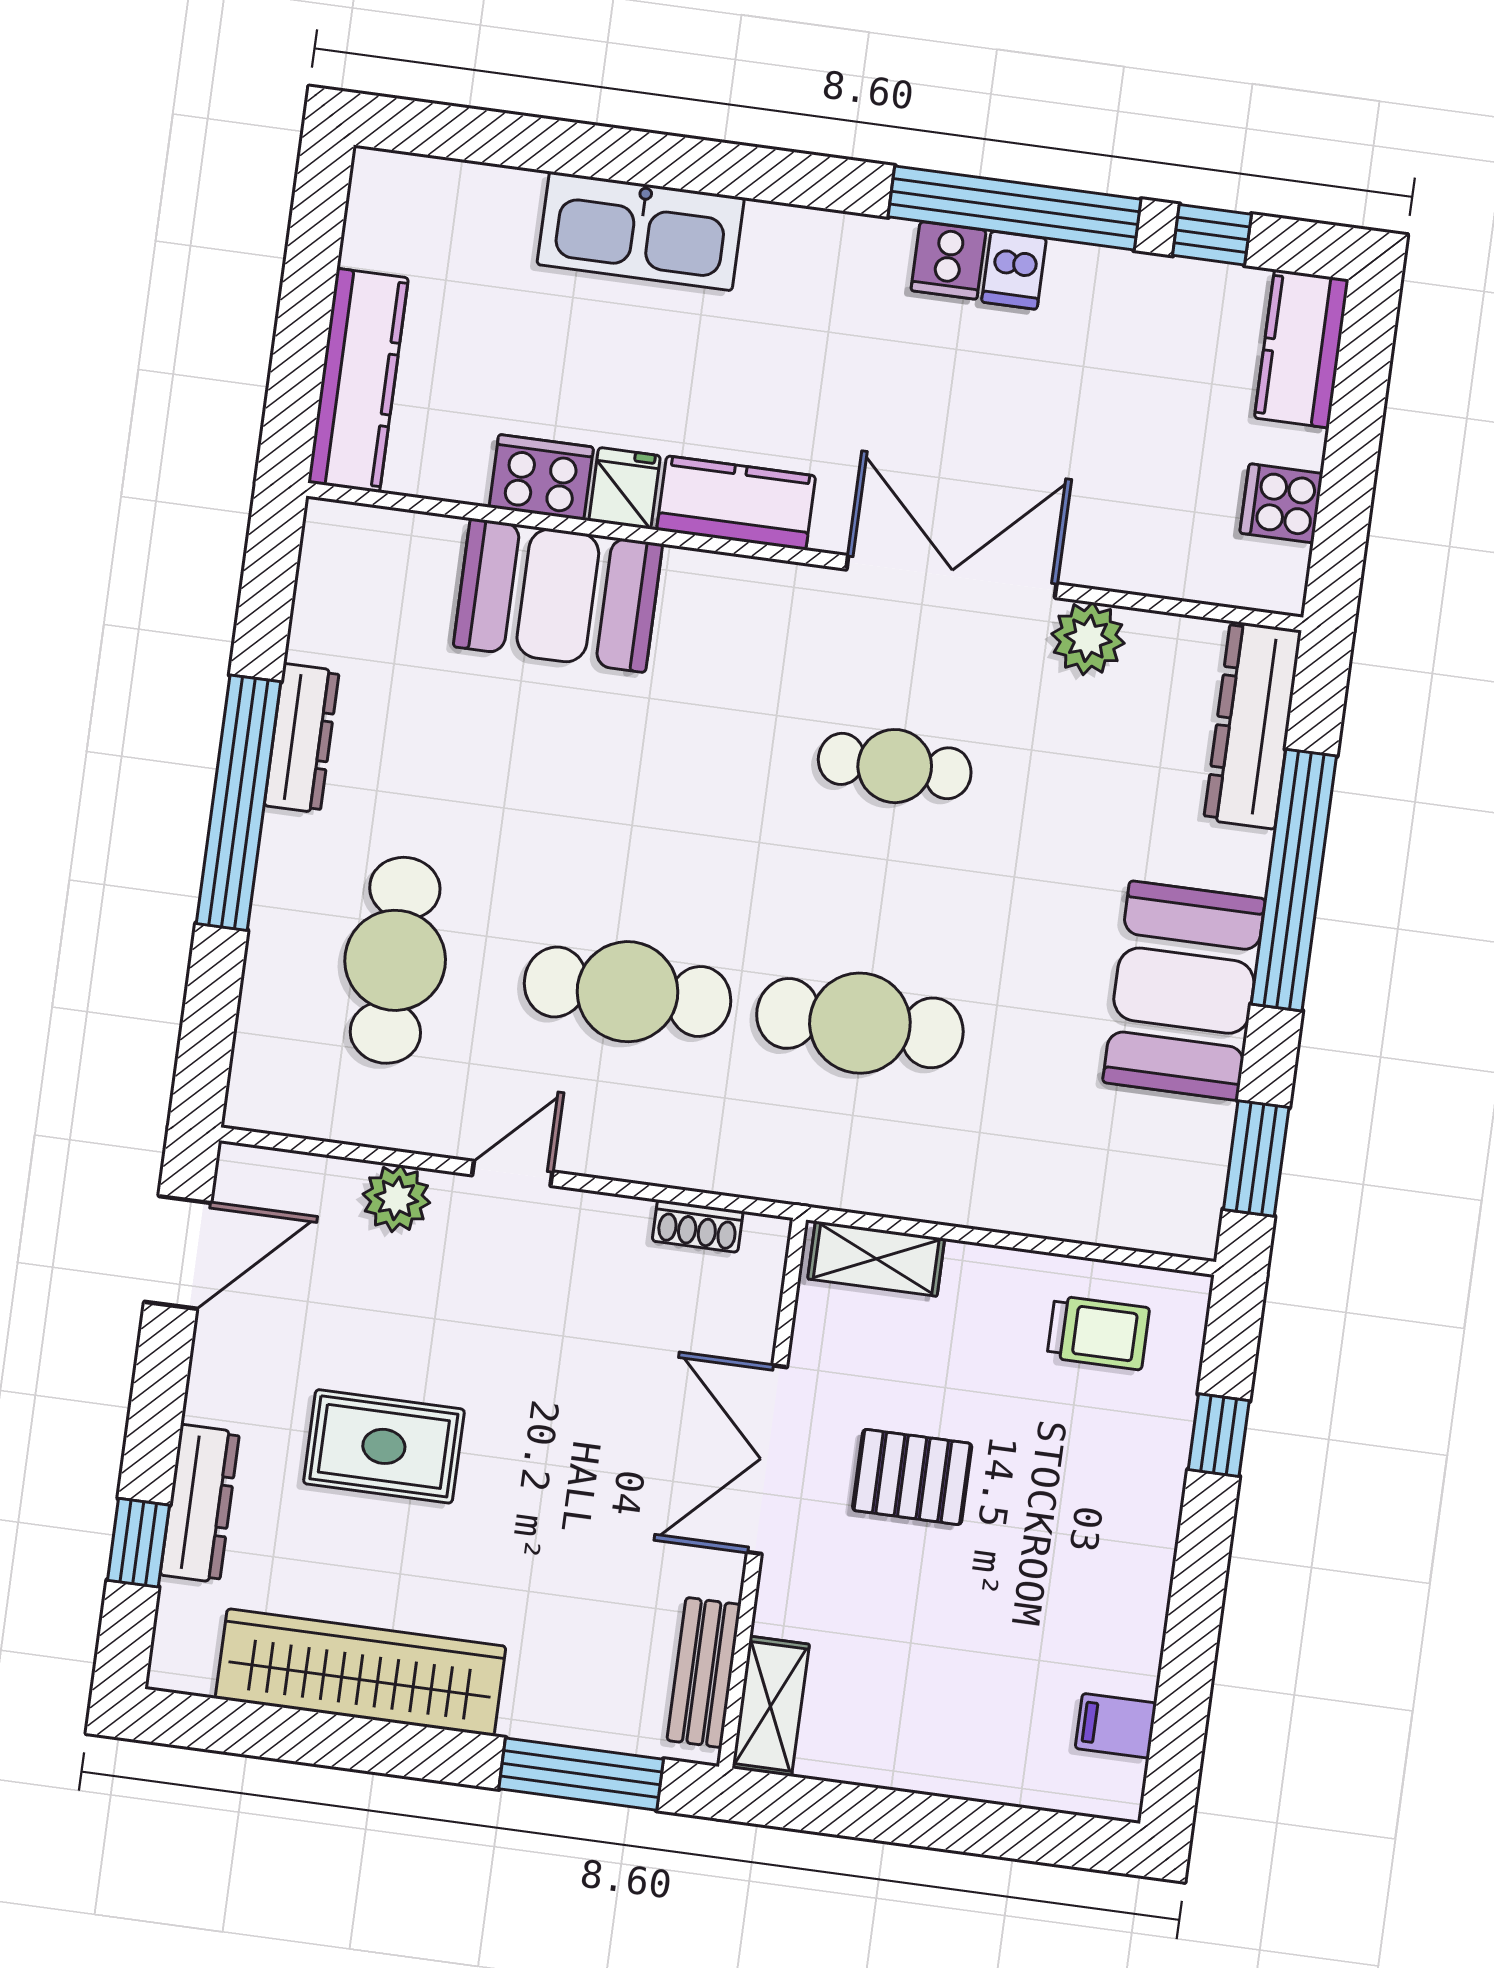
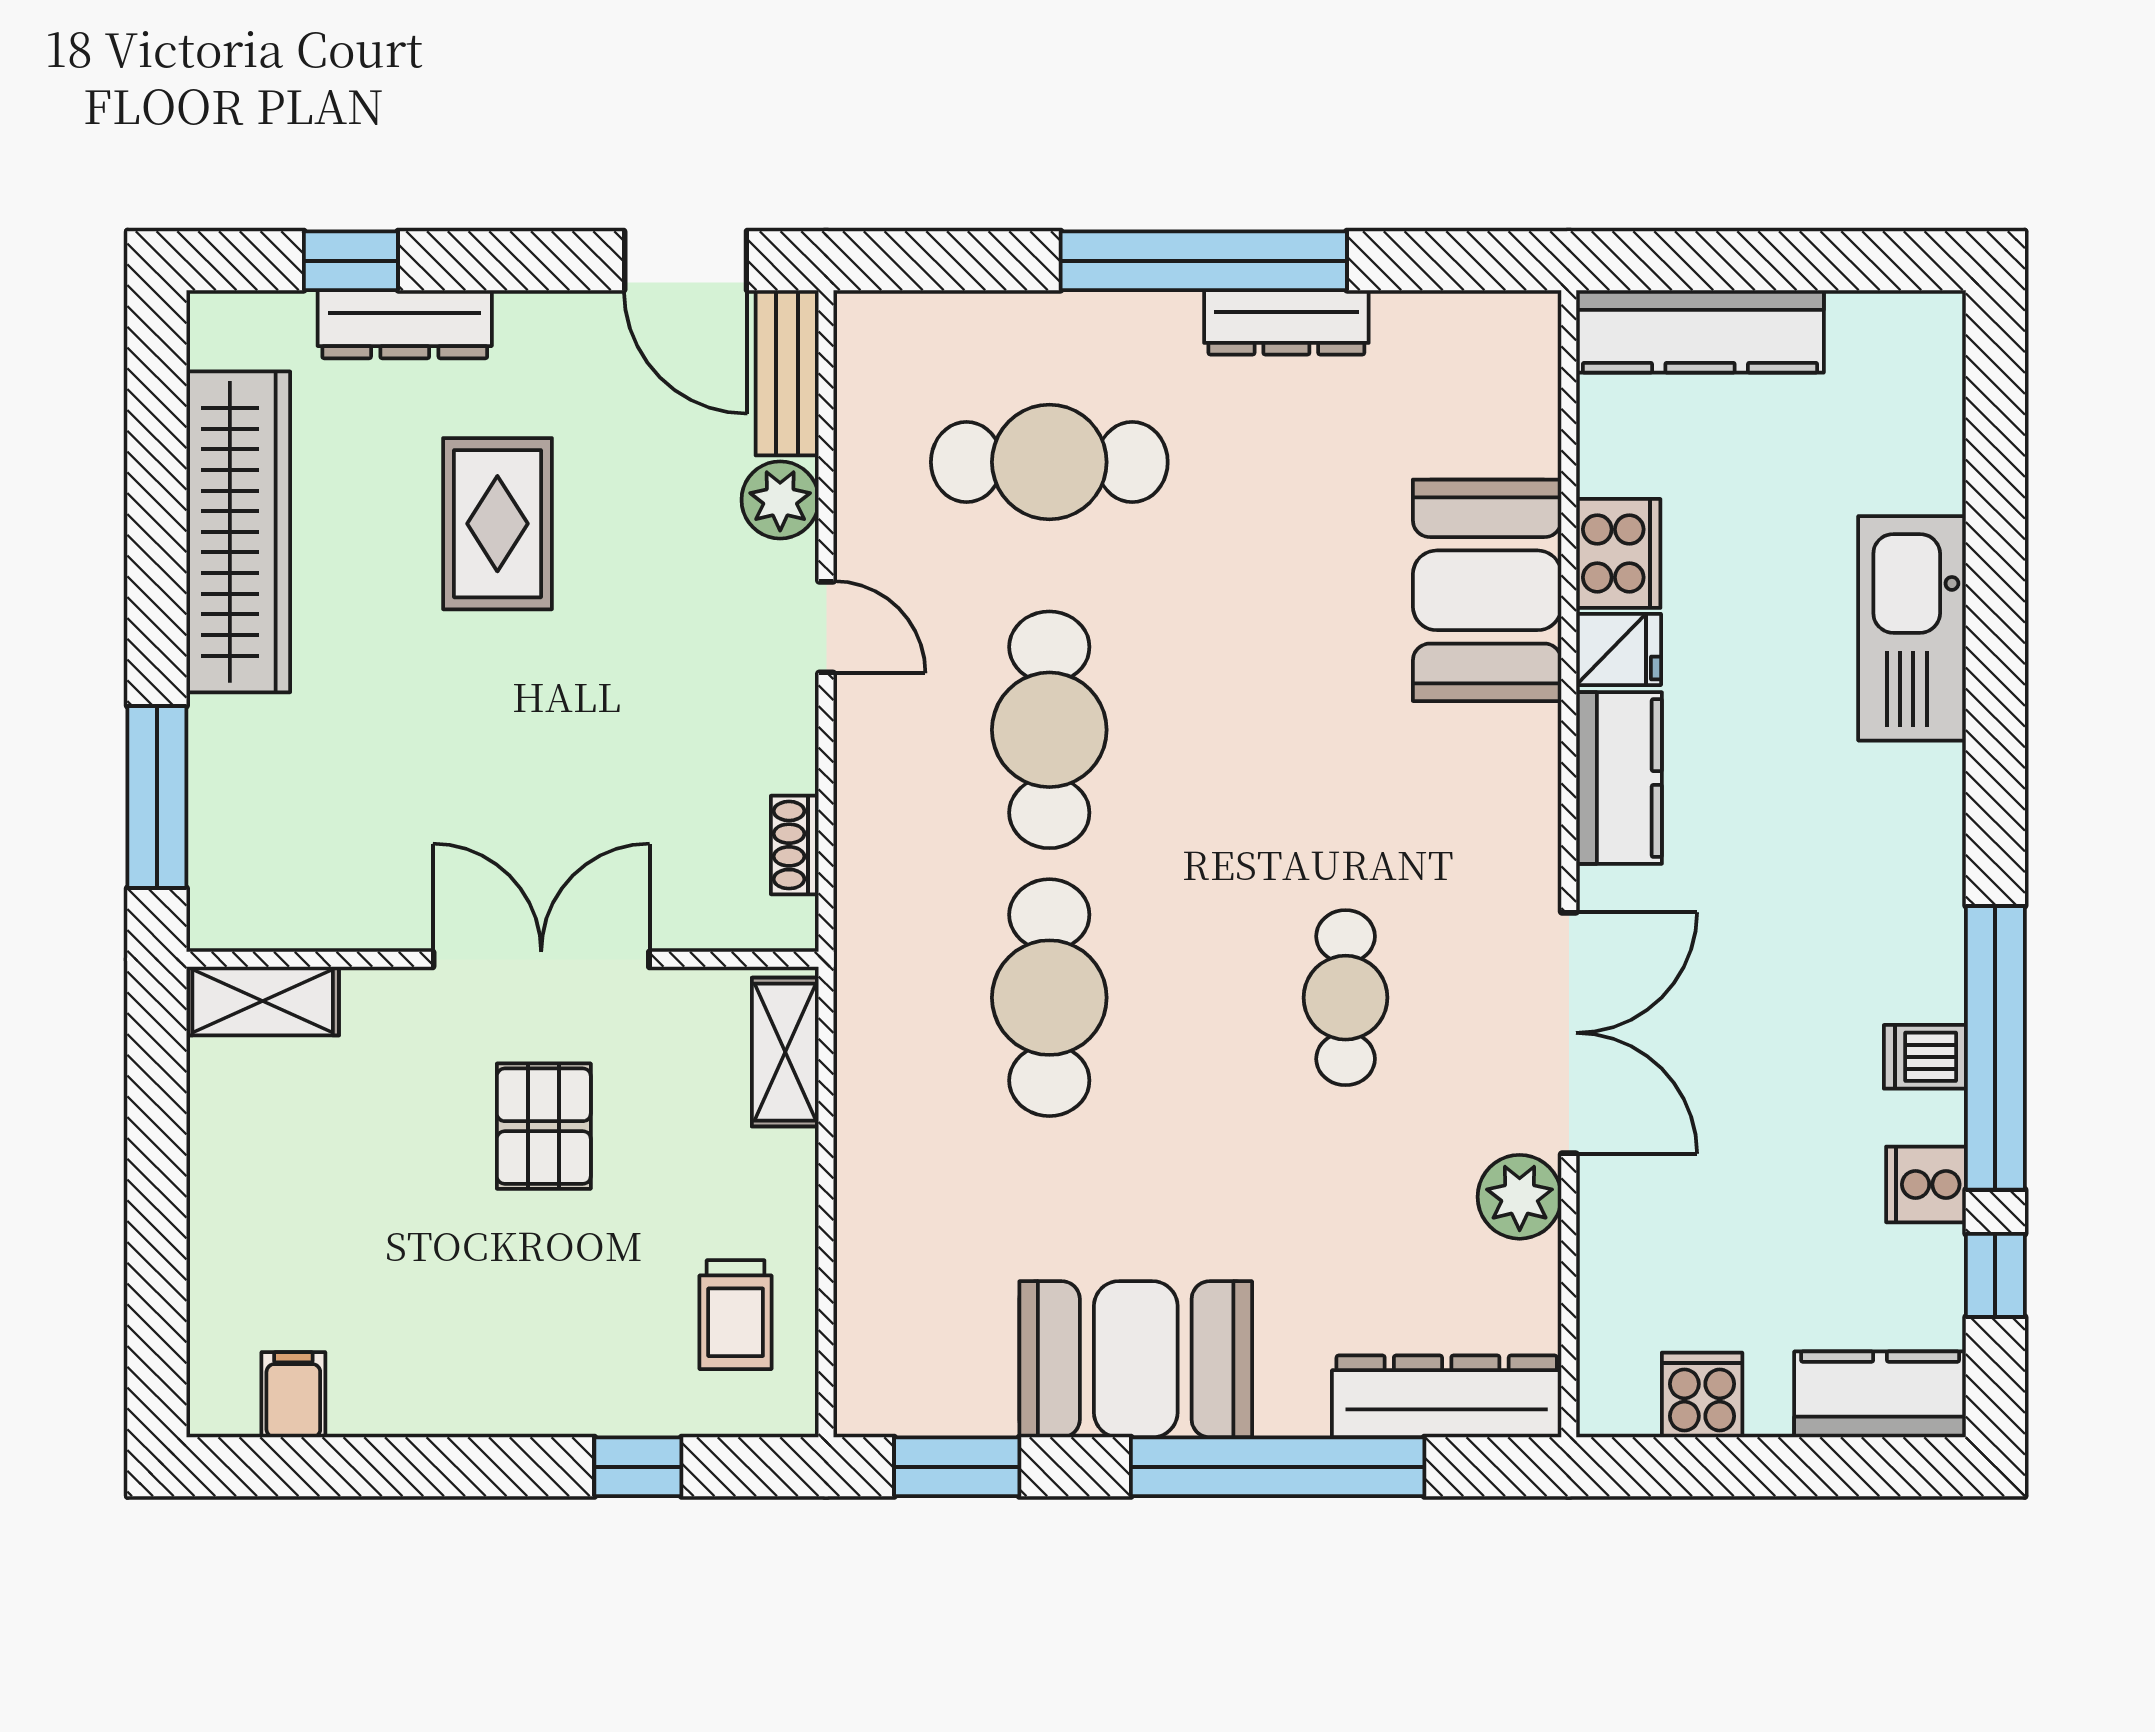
cooker: (948, 260) -> (1926, 1184), moved
bench: (704, 1672) -> (787, 373), moved, turned 90

